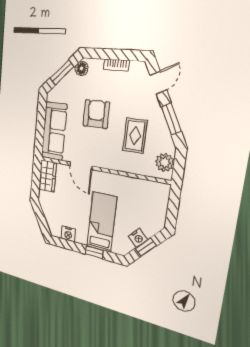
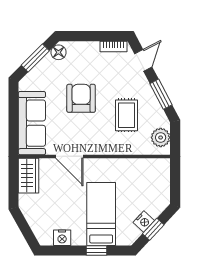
bookcase: (116, 65) -> (114, 46), moved

